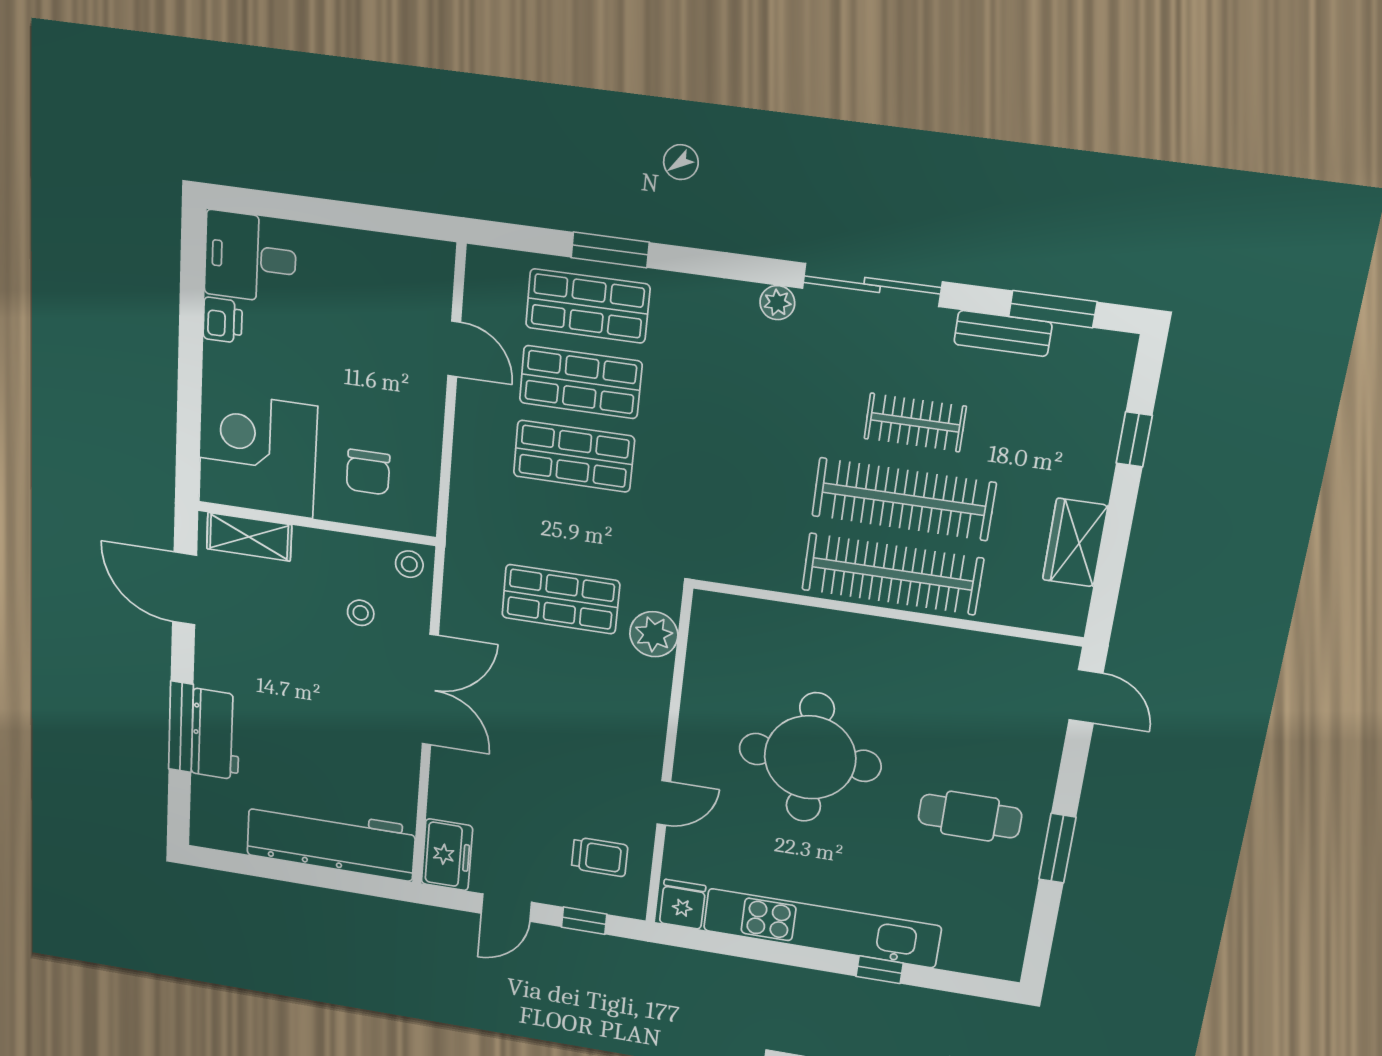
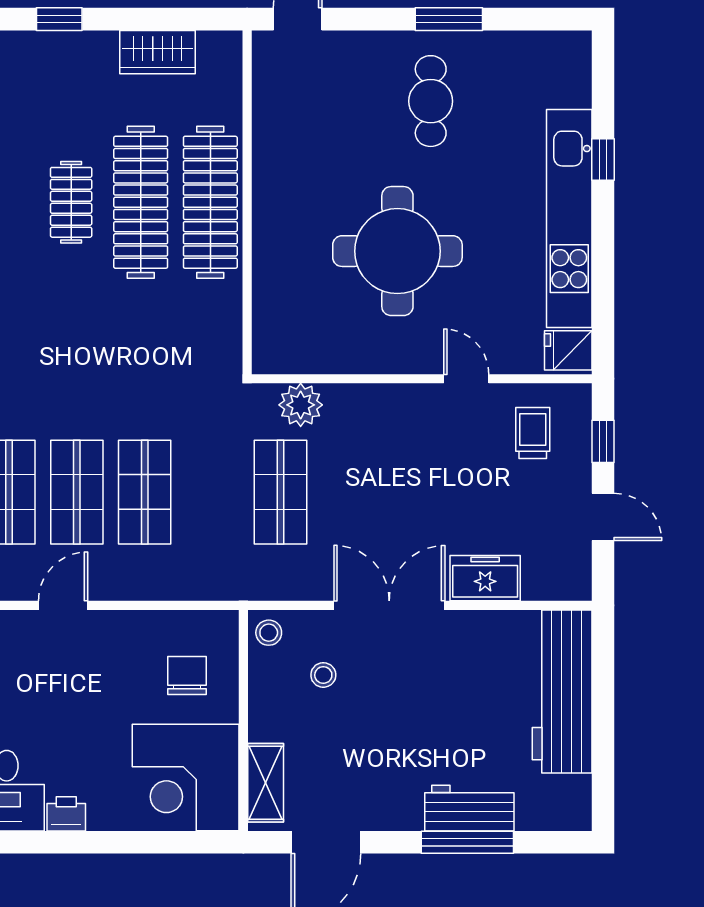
chair: (368, 472) -> (187, 676), turned -90
freezer: (447, 855) -> (485, 578), moved

